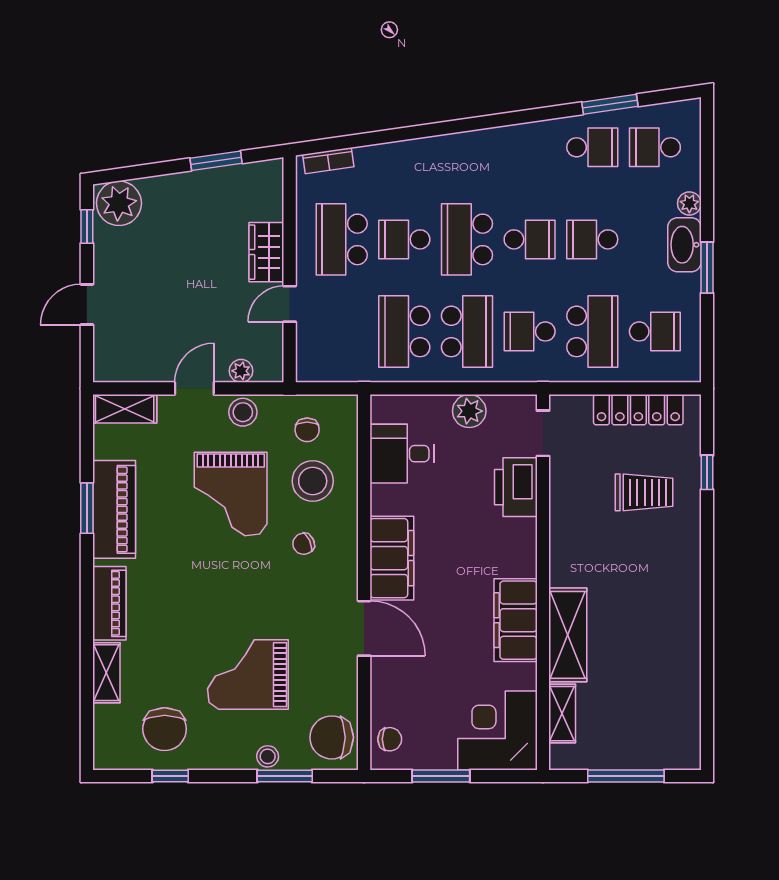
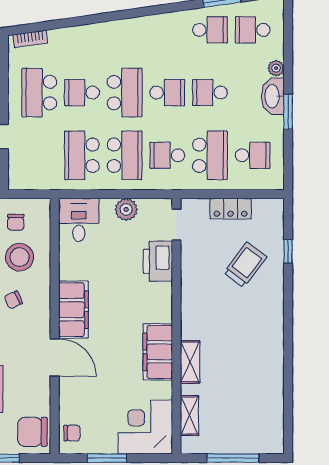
school desk: (467, 239) -> (125, 93), turned 180
locker: (638, 410) -> (231, 209), width x0.66
desk: (402, 454) -> (79, 220), moved, turned 90
trolley: (644, 492) -> (245, 265), turned -53
shelving: (568, 635) -> (190, 362), width x0.67, depth x0.75

